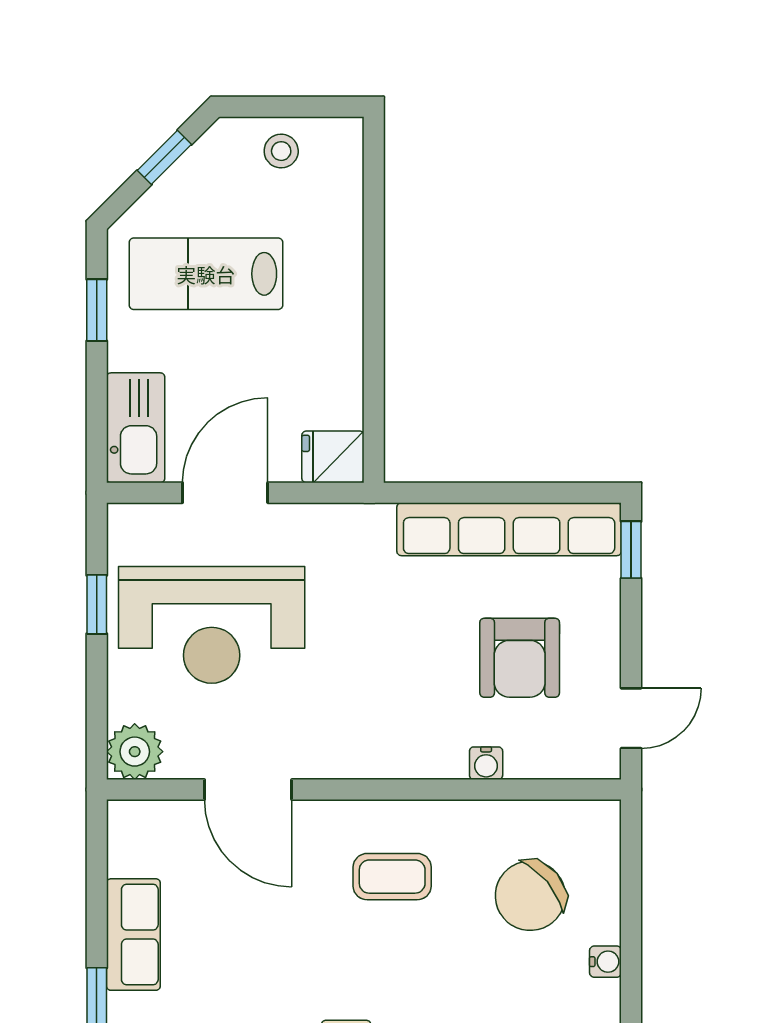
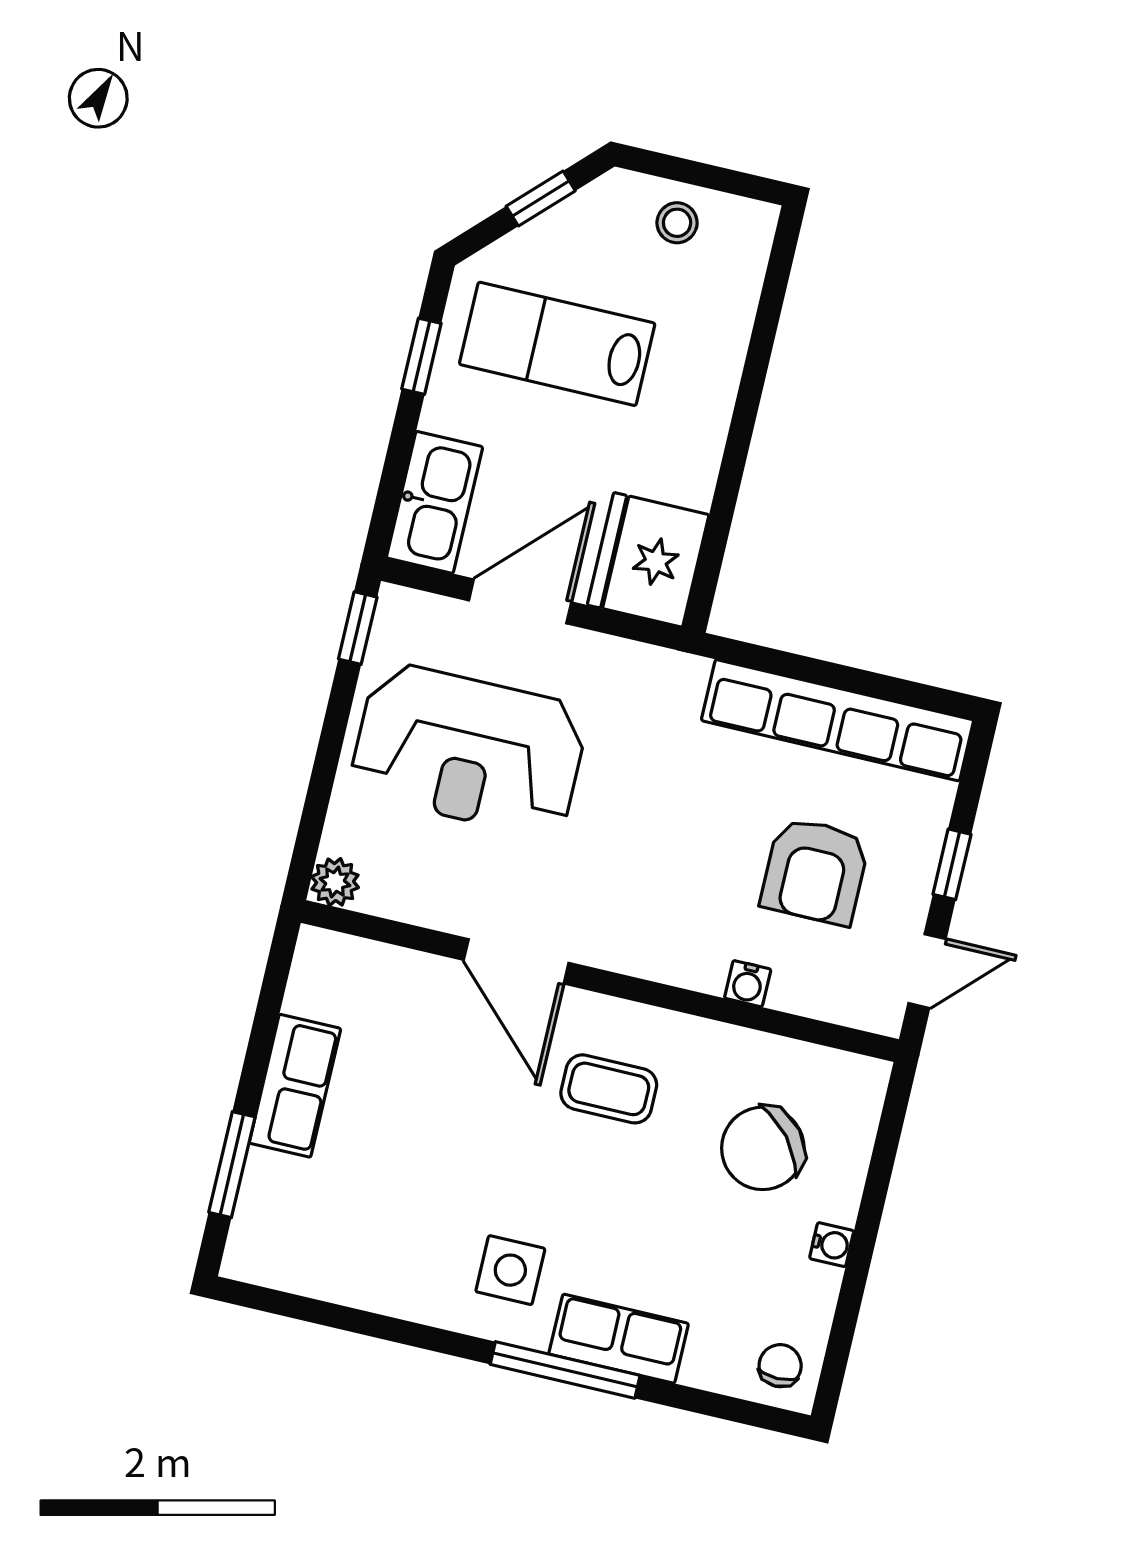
fridge: (333, 457) -> (648, 560), width x1.88, depth x1.34
window: (631, 550) -> (952, 864), moved
window: (97, 604) -> (358, 628), moved
plant: (135, 752) -> (335, 882), width x0.73, depth x0.73
door: (248, 790) -> (516, 961), moved

